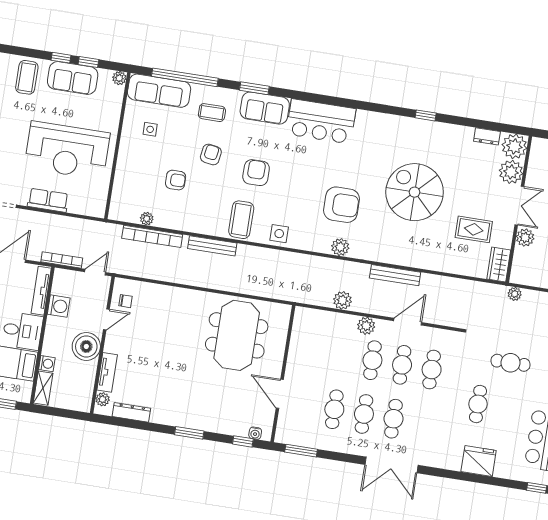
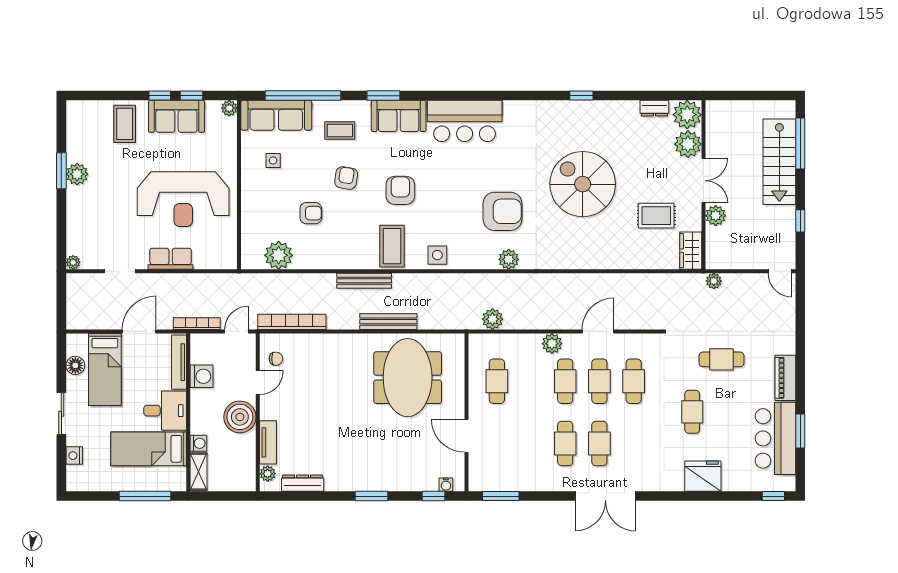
plant: (147, 219) -> (279, 255), width x1.87, depth x1.87
bookcase: (152, 236) -> (292, 322), moved, turned 180
bench: (395, 275) -> (388, 322), moved
plant: (342, 300) -> (492, 319), moved
cafe table: (334, 409) -> (497, 381), moved

